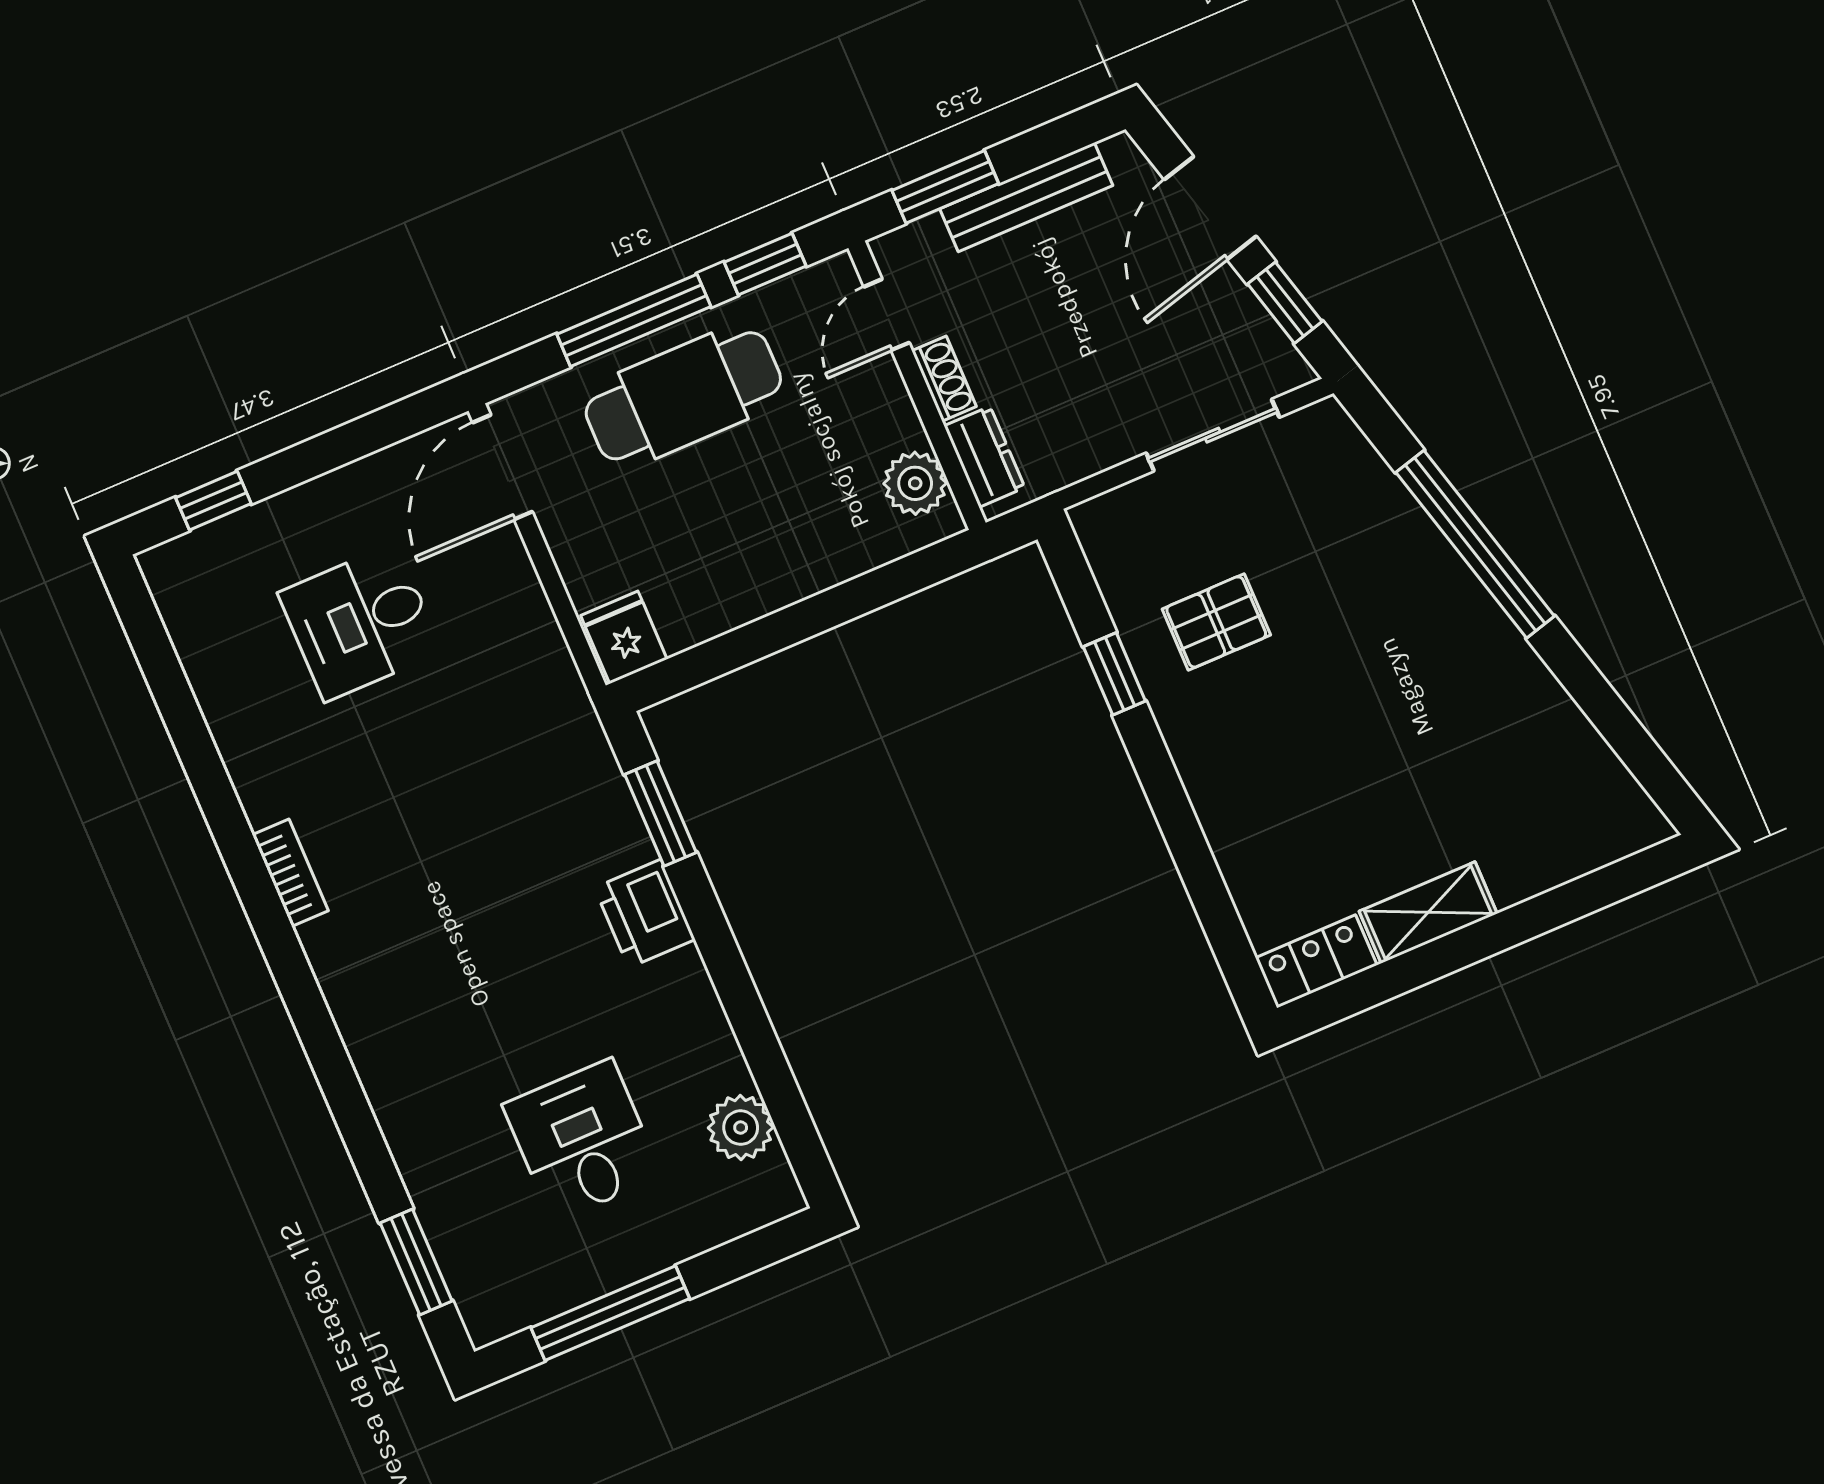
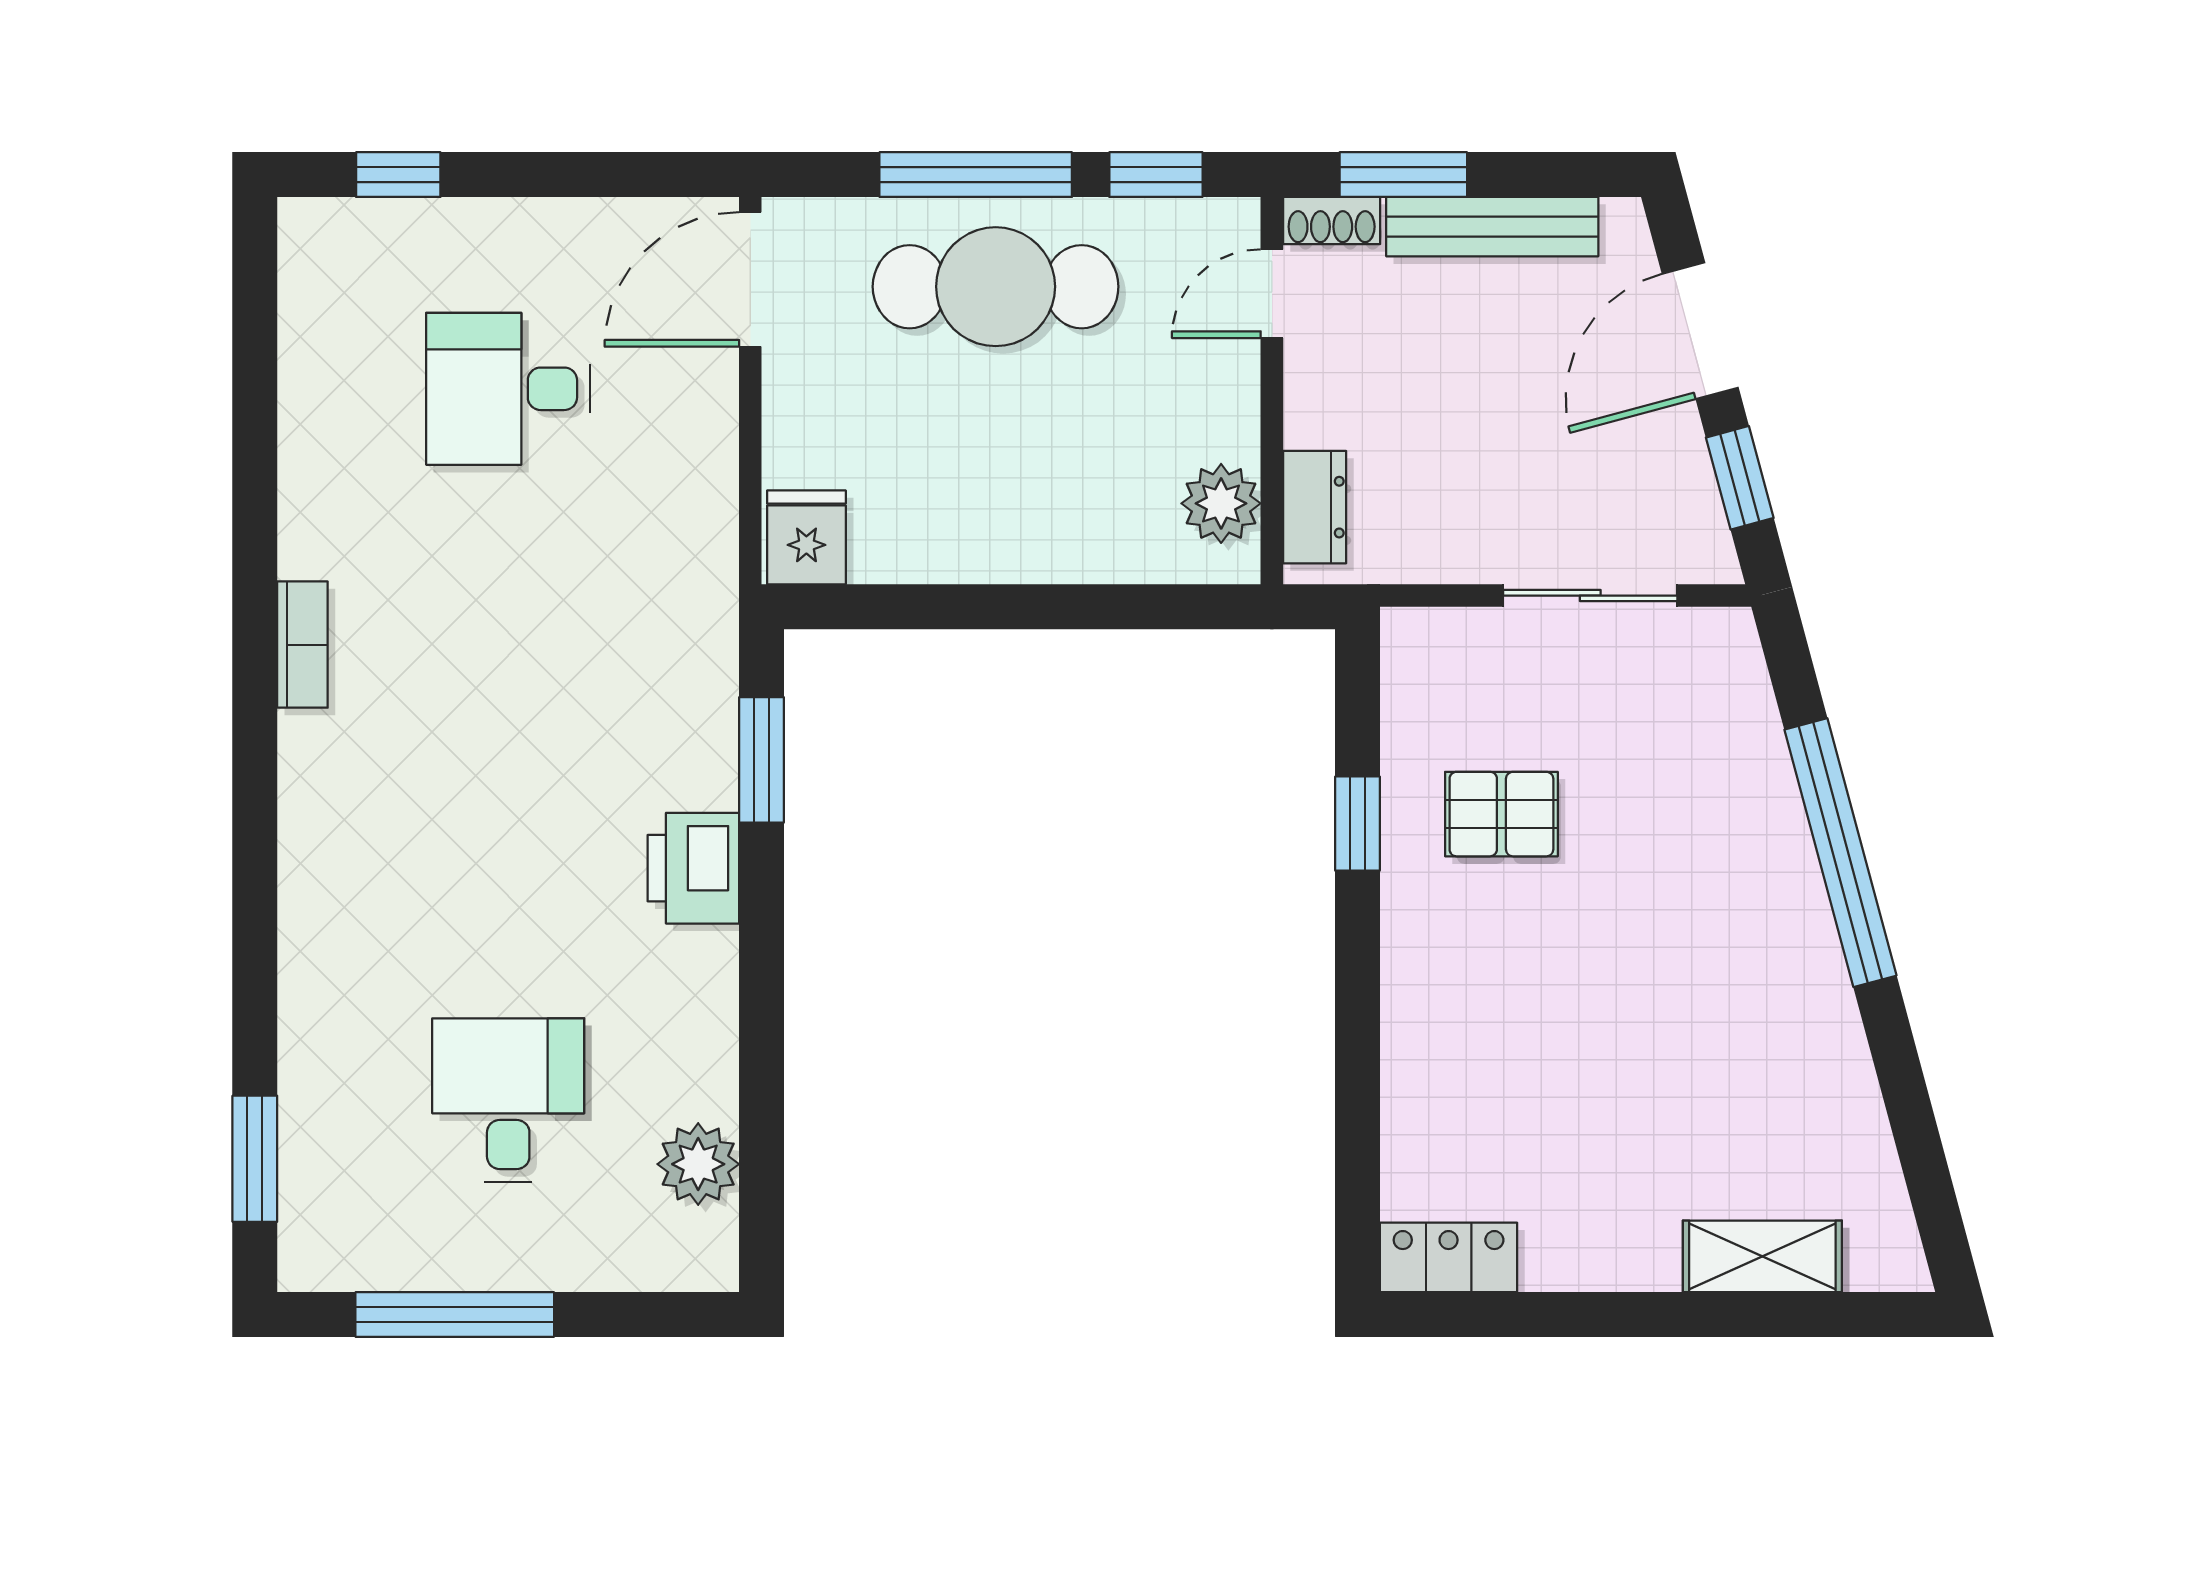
shoe rack: (944, 379) -> (1332, 221), moved, turned 90
shelving: (1428, 912) -> (1762, 1256), moved

